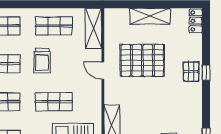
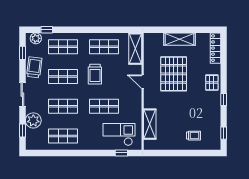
locker: (196, 21) -> (216, 48), width x1.53
pallet: (142, 60) -> (174, 74), turned 90
window: (206, 73) -> (224, 100), moved

